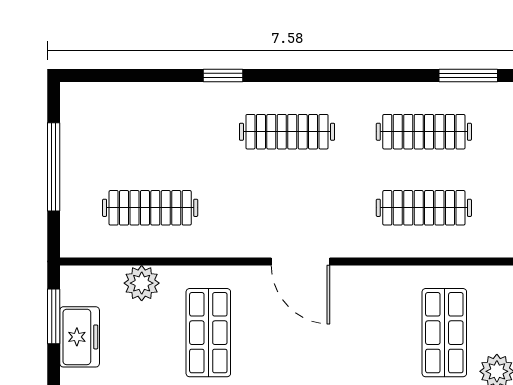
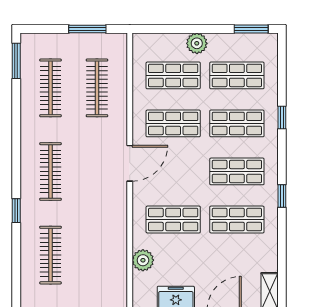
clothes rail: (150, 208) -> (50, 255), moved
shop shelf: (366, 333) -> (173, 123), added

